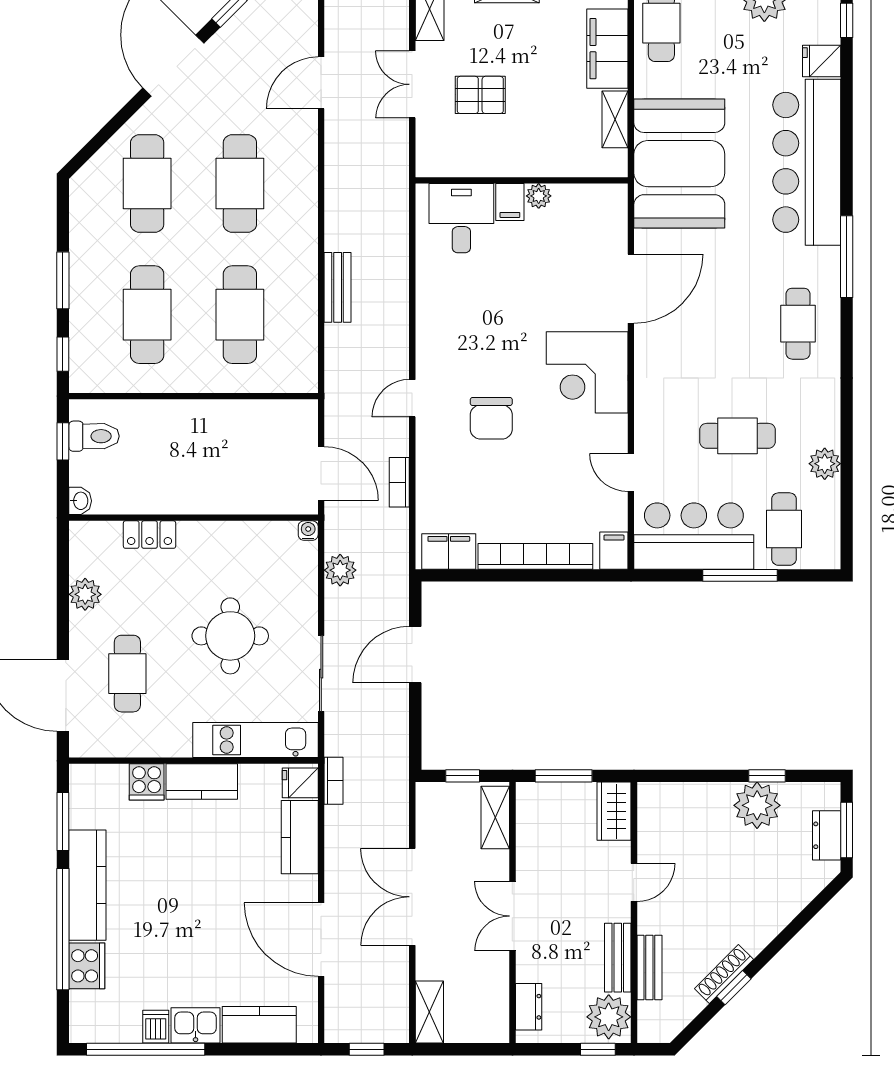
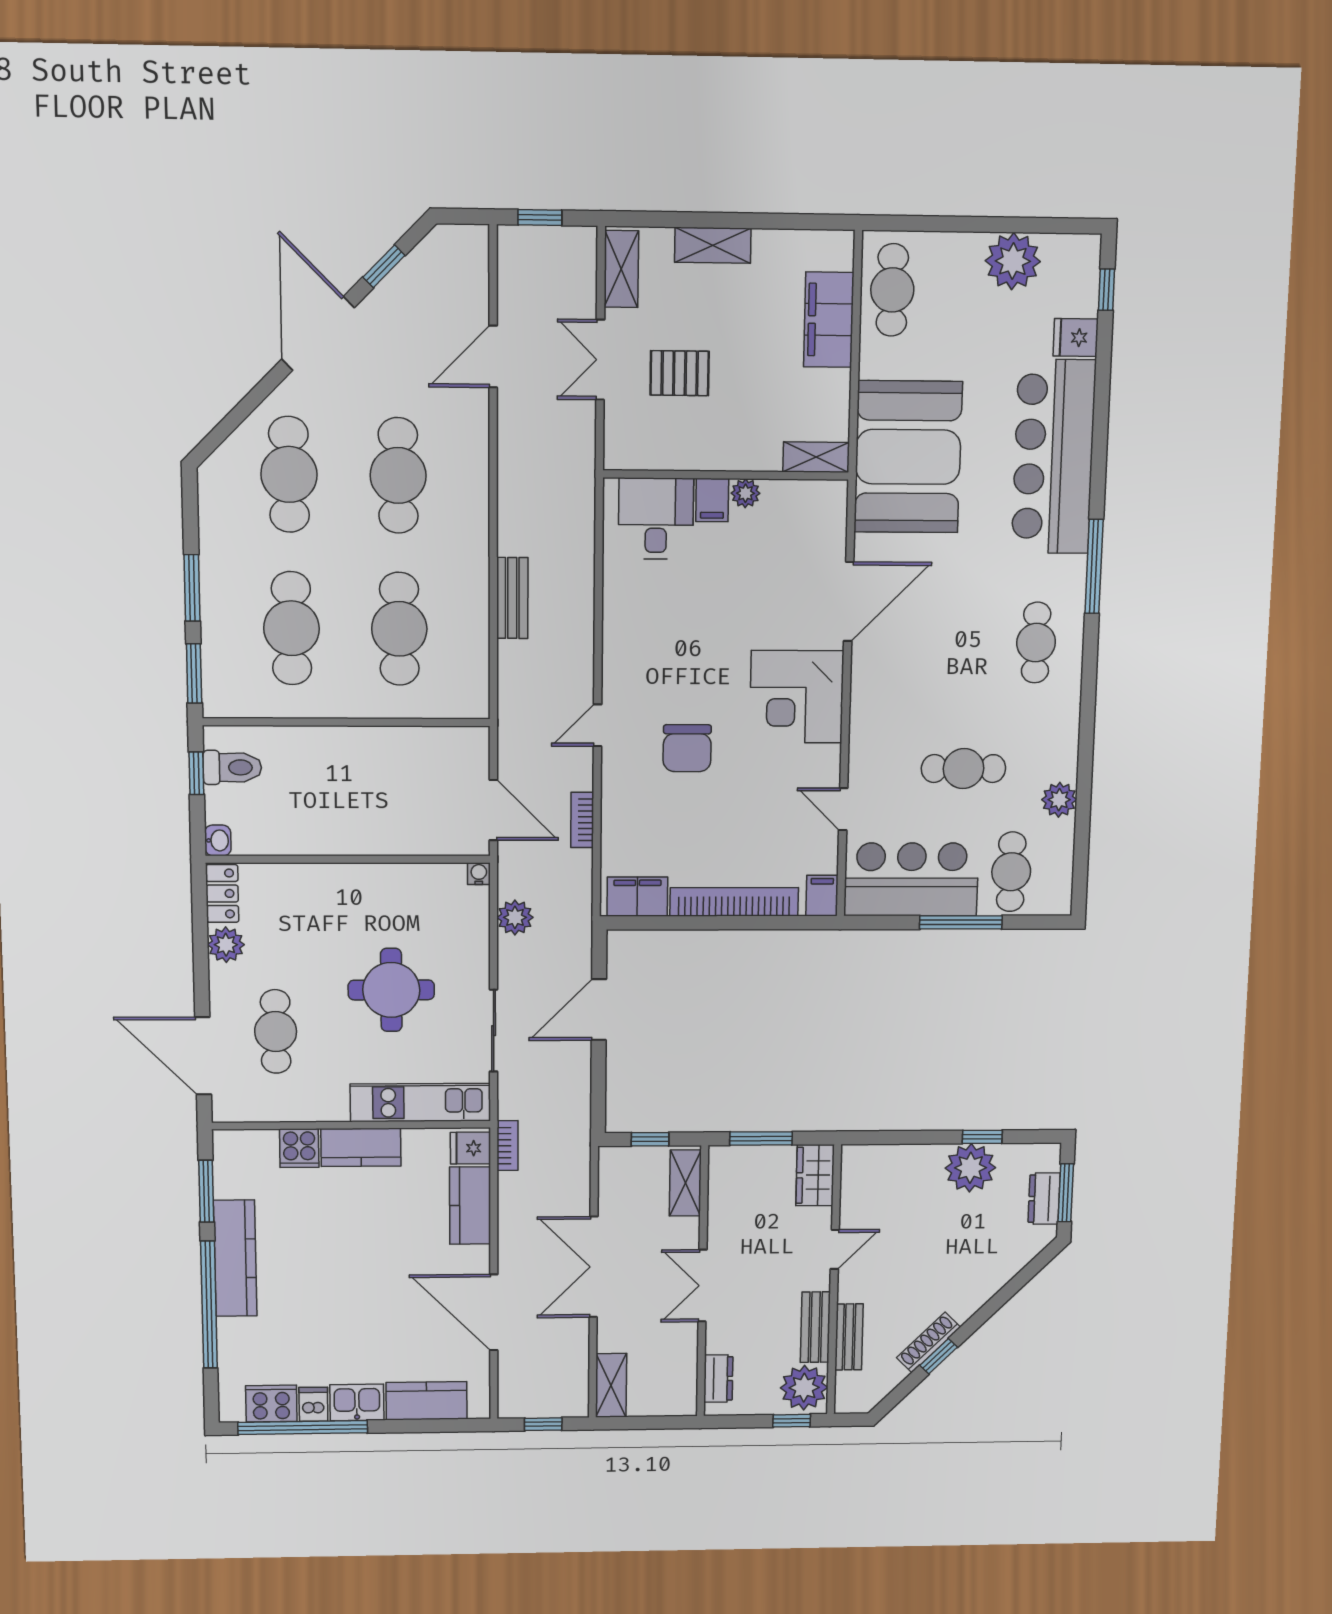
shelving: (615, 119) -> (816, 457), moved, turned 90
window: (63, 354) -> (194, 673), width x1.50
locker: (150, 535) -> (222, 893), moved, turned -90
cooker: (87, 966) -> (271, 1404), moved, turned -90

